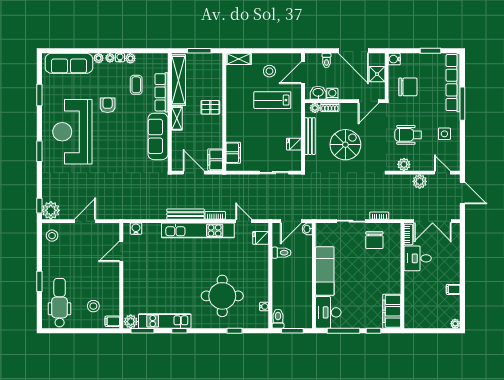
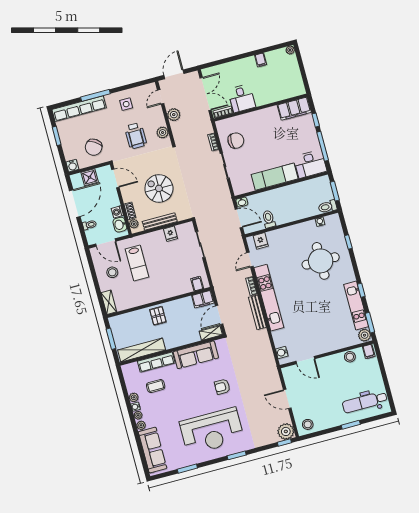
chair: (408, 87) -> (94, 147), turned -147
armchair: (108, 105) -> (222, 387), moved
shelving: (177, 118) -> (211, 333), moved
filing cabinet: (233, 153) -> (197, 284), width x0.50
stool: (93, 306) -> (350, 357), moved

